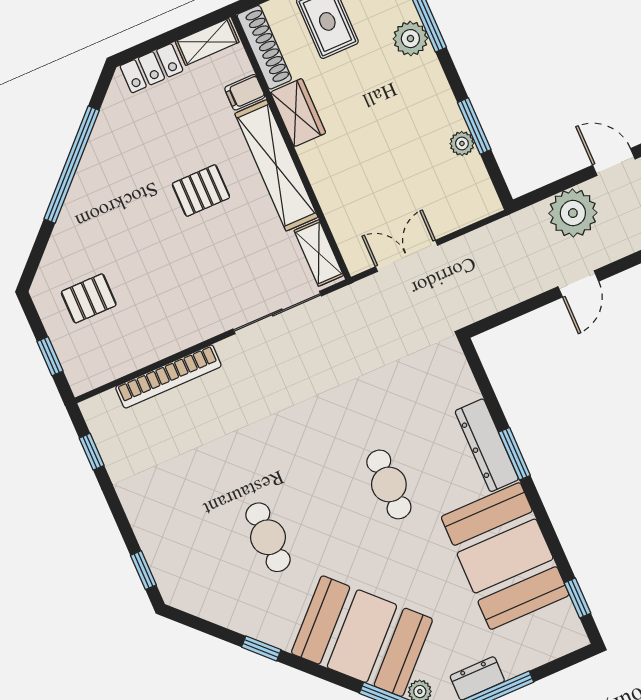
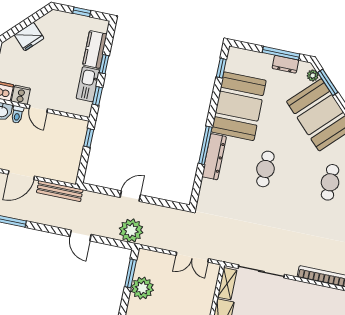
window: (474, 126) -> (131, 273), moved
plant: (462, 143) -> (142, 288), width x1.88, depth x1.88
plant: (573, 213) -> (131, 231), moved
window: (514, 454) -> (205, 145), width x1.44

